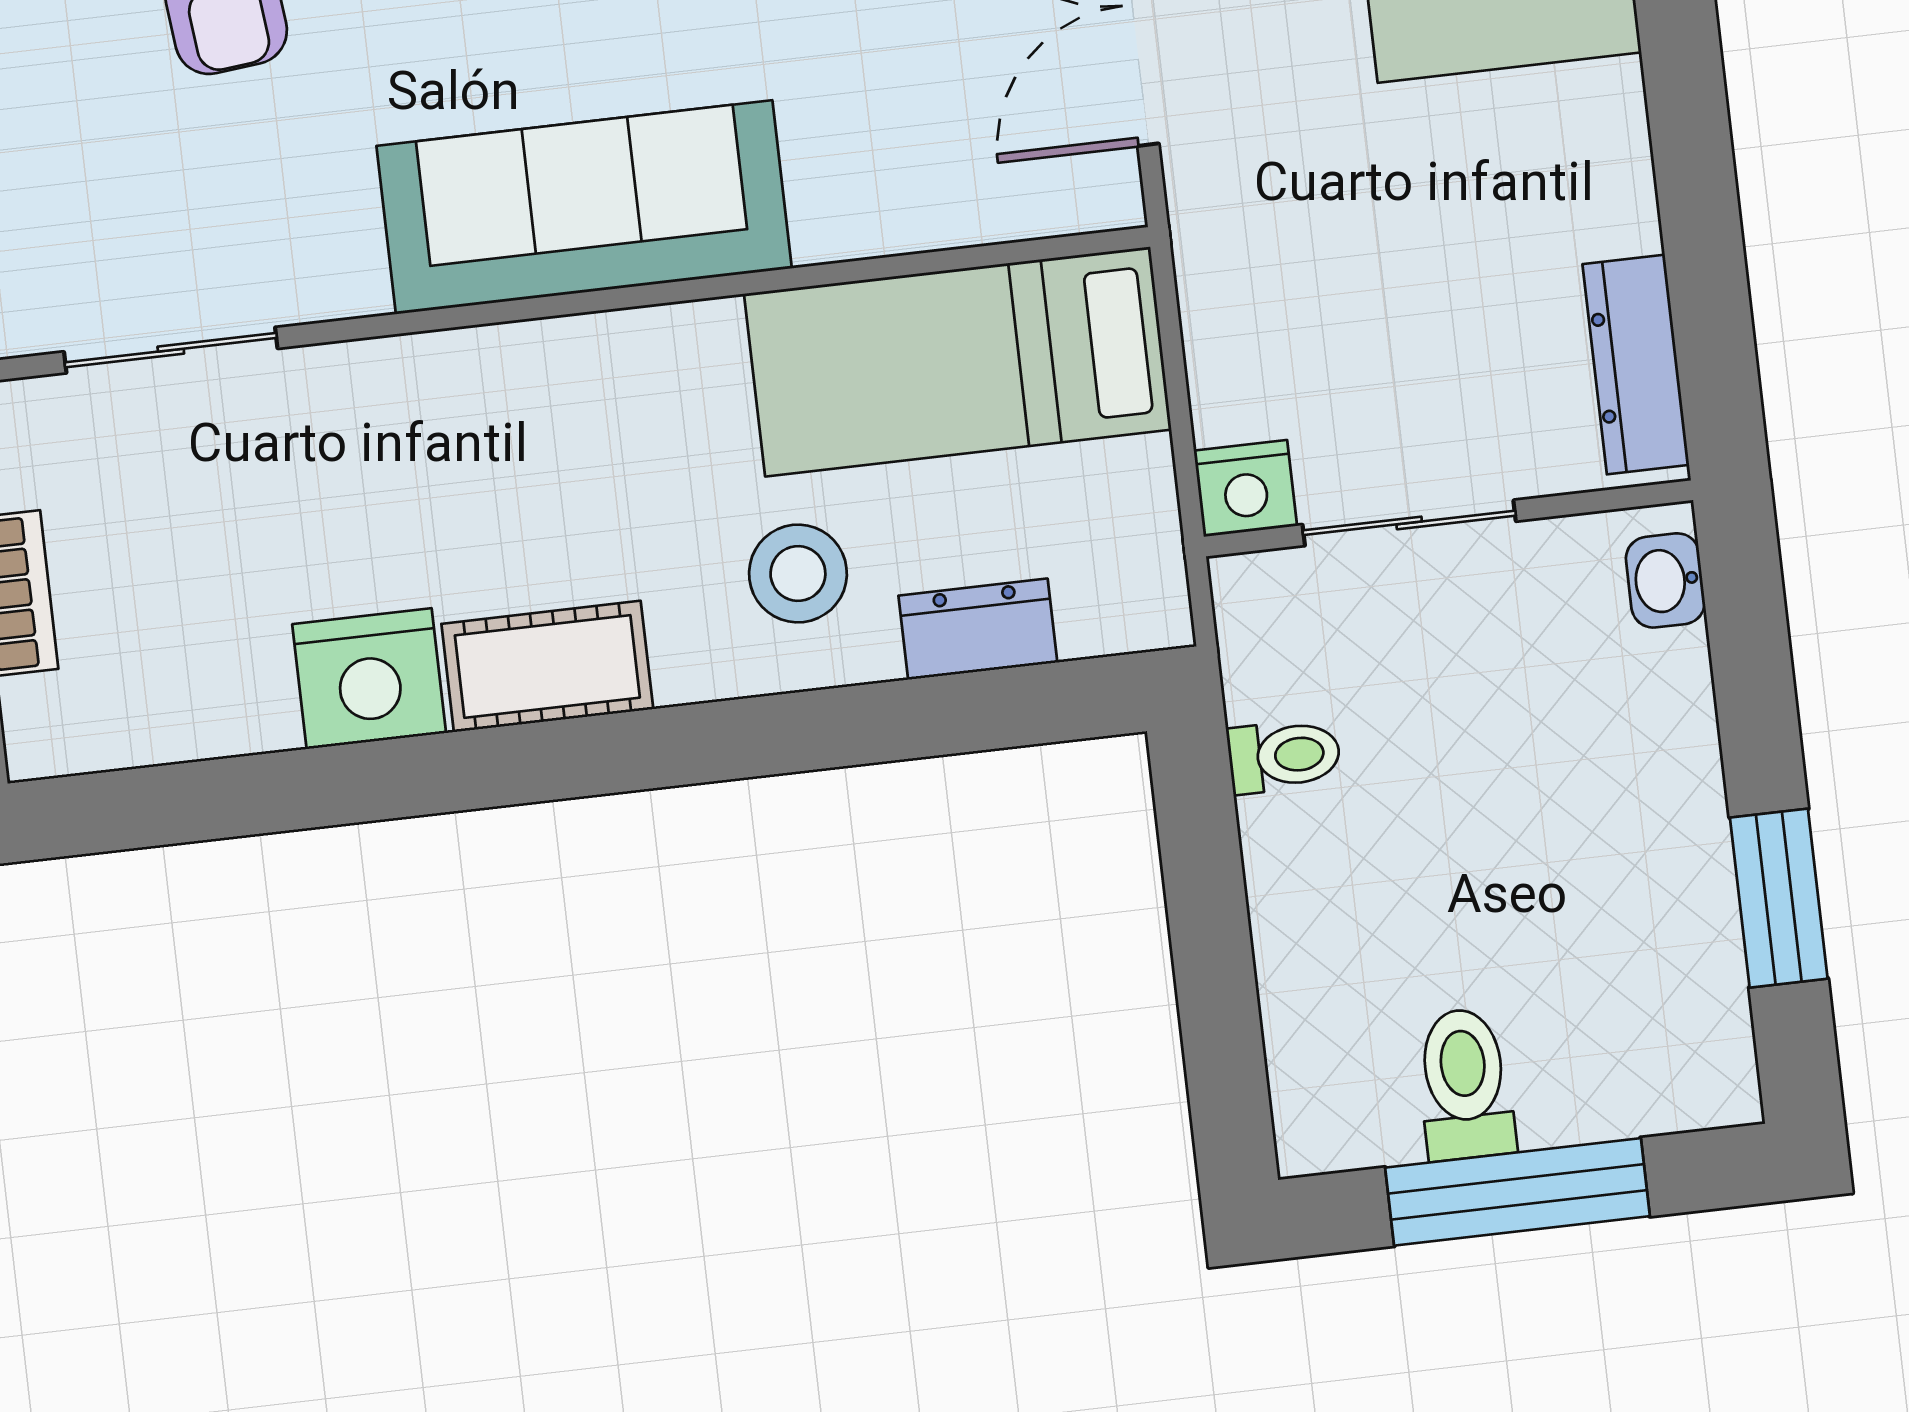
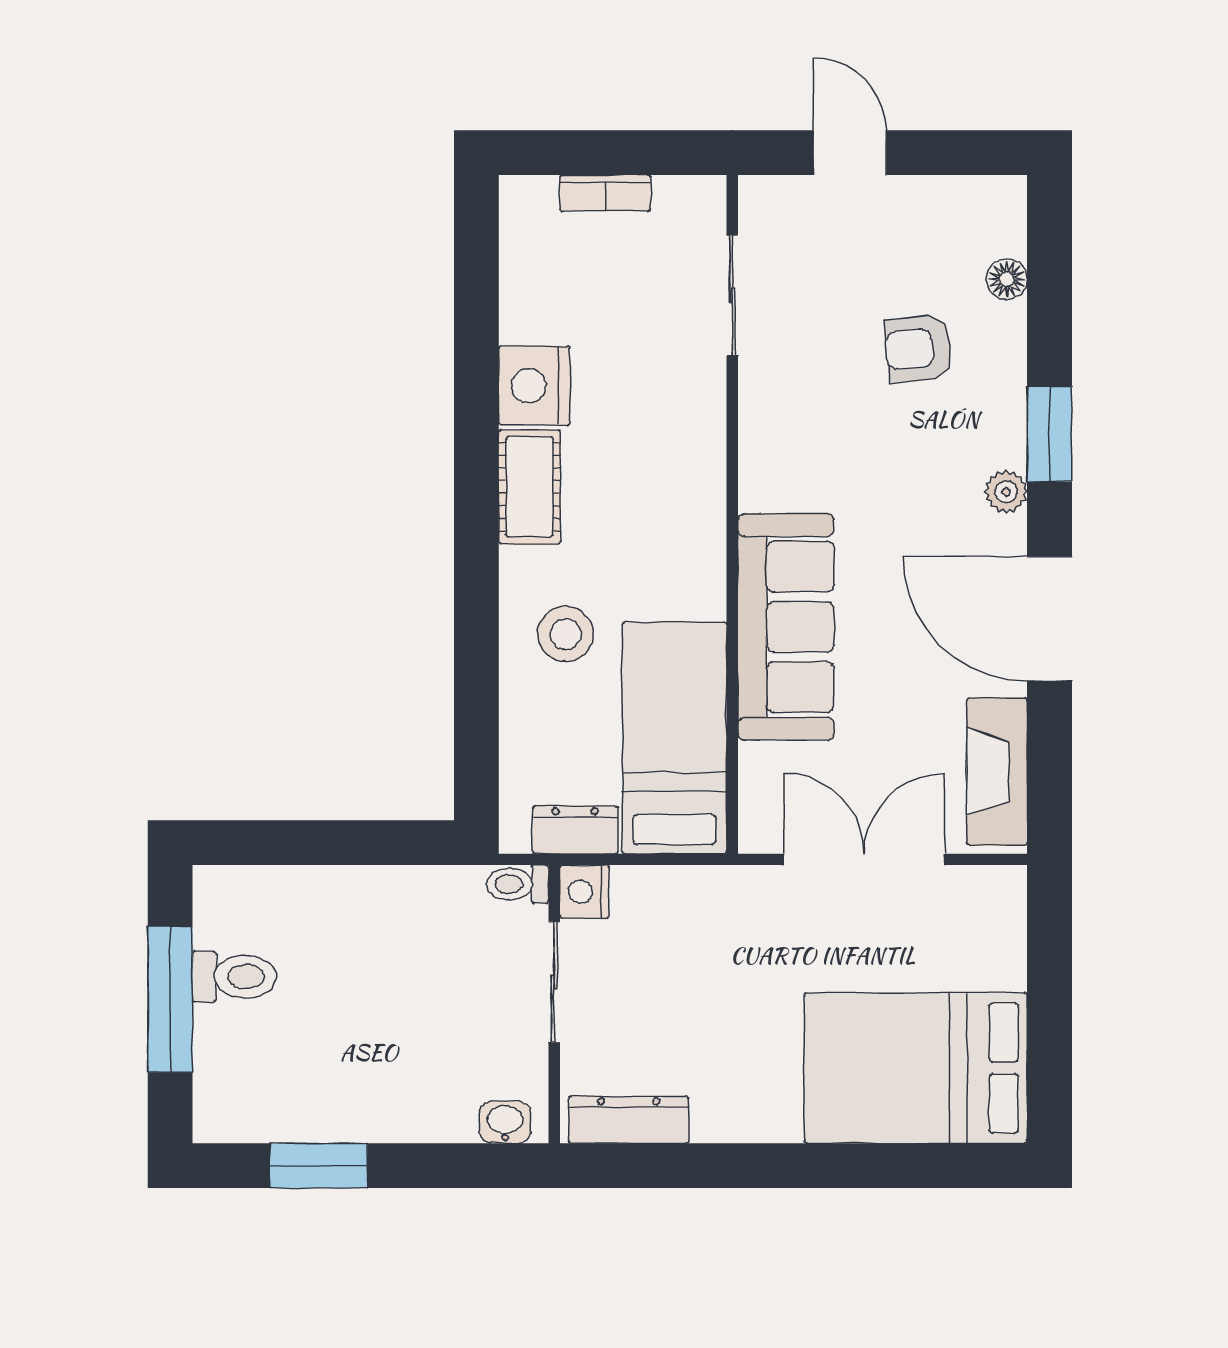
sofa: (584, 207) -> (786, 627), moved
dresser: (978, 629) -> (575, 830), moved, turned -90
toilet: (1284, 756) -> (518, 884), moved, turned 90

